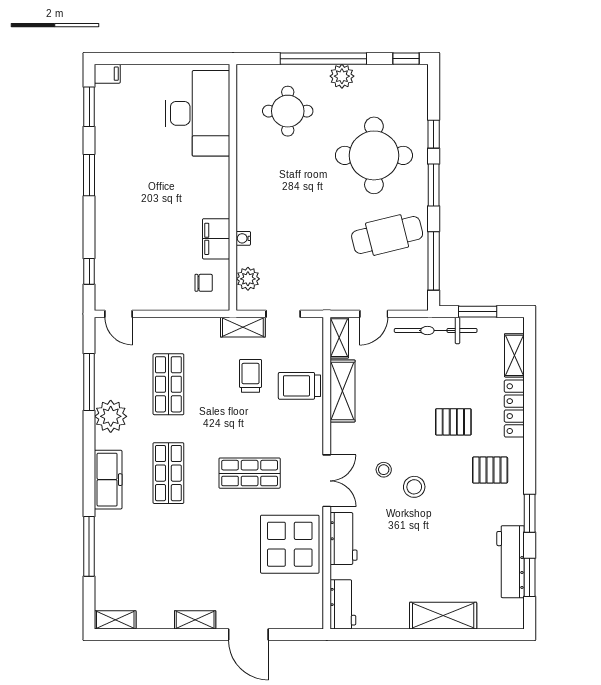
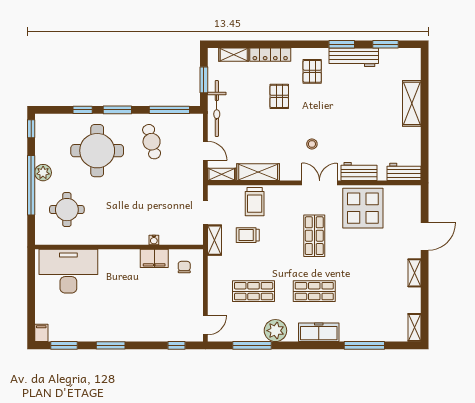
cafe table: (387, 235) -> (152, 142), width x0.73, depth x0.74
plant: (248, 279) -> (181, 237), removed
stool: (414, 487) -> (324, 123), removed
workbench: (511, 562) -> (354, 57), moved

